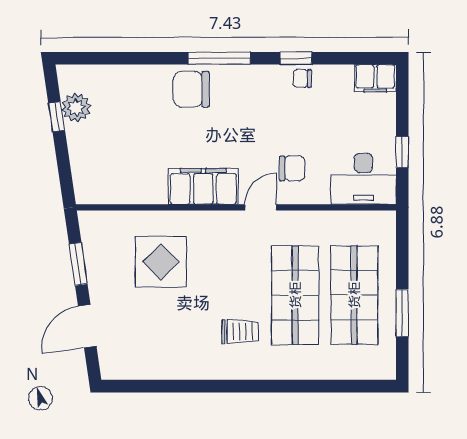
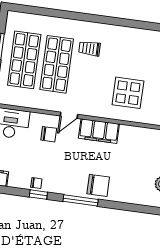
chair: (292, 168) -> (49, 134), turned 180

